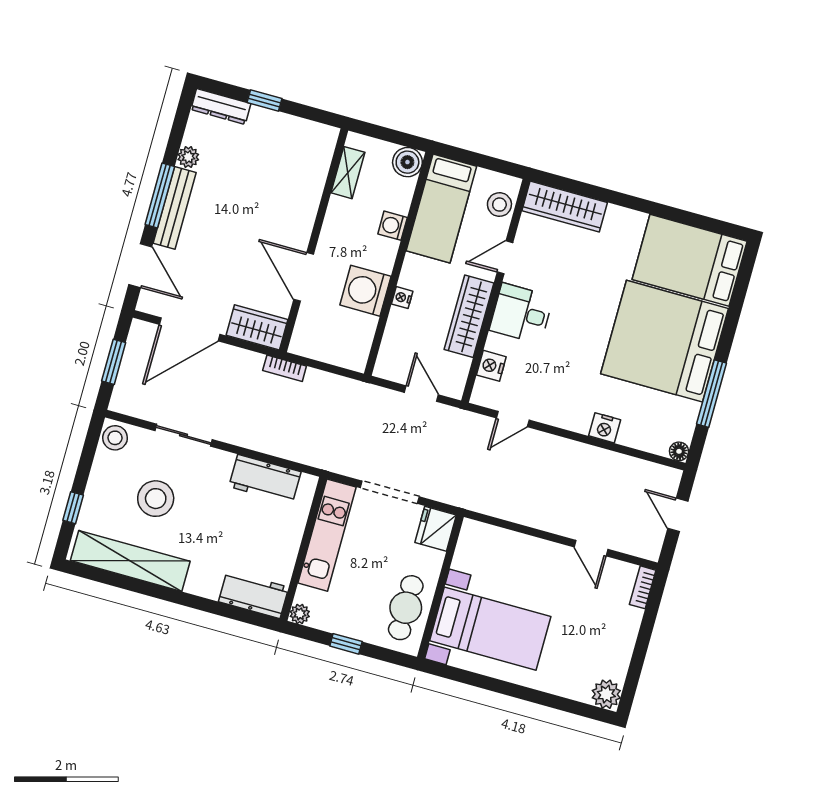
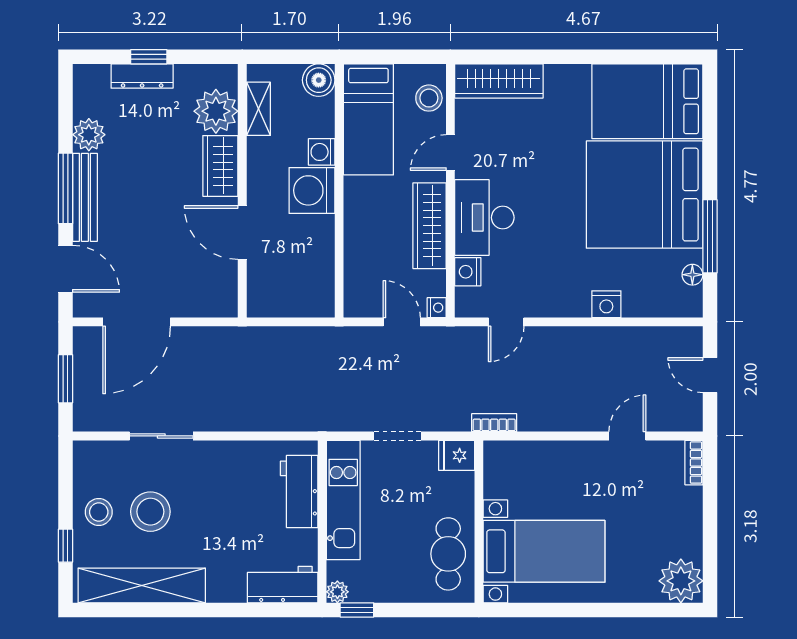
dresser: (221, 107) -> (142, 76), moved
plant: (188, 157) -> (89, 135), width x1.38, depth x1.38
plant: (310, 164) -> (216, 111), added
washing machine: (365, 291) -> (312, 190), moved
nightstand: (402, 298) -> (437, 308), moved, turned 180
desk: (521, 313) -> (484, 218), width x1.37
wardrobe: (257, 327) -> (220, 166), moved, turned -90
bookcase: (285, 368) -> (494, 423), moved, turned 180
stool: (115, 438) -> (99, 512), moved
floor lamp: (679, 451) -> (692, 275), moved
workbench: (265, 479) -> (299, 491), moved, turned 90
doorway: (390, 492) -> (397, 436), width x0.73
fridge: (436, 529) -> (457, 455), width x0.72
door: (591, 548) -> (627, 436), swing flipped
window: (346, 644) -> (357, 610), moved
plant: (606, 694) -> (681, 581), width x1.36, depth x1.36

